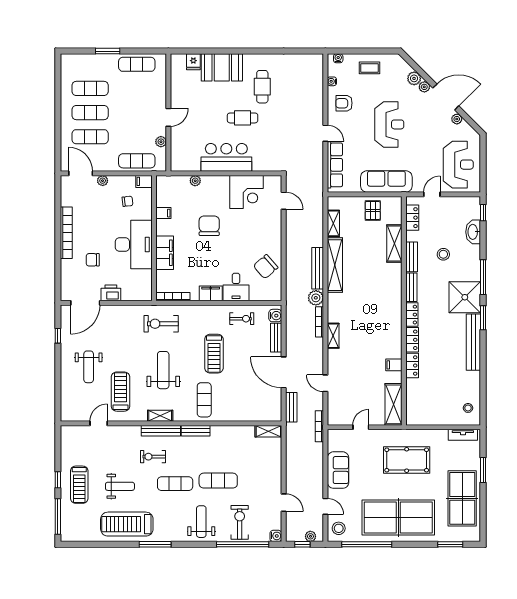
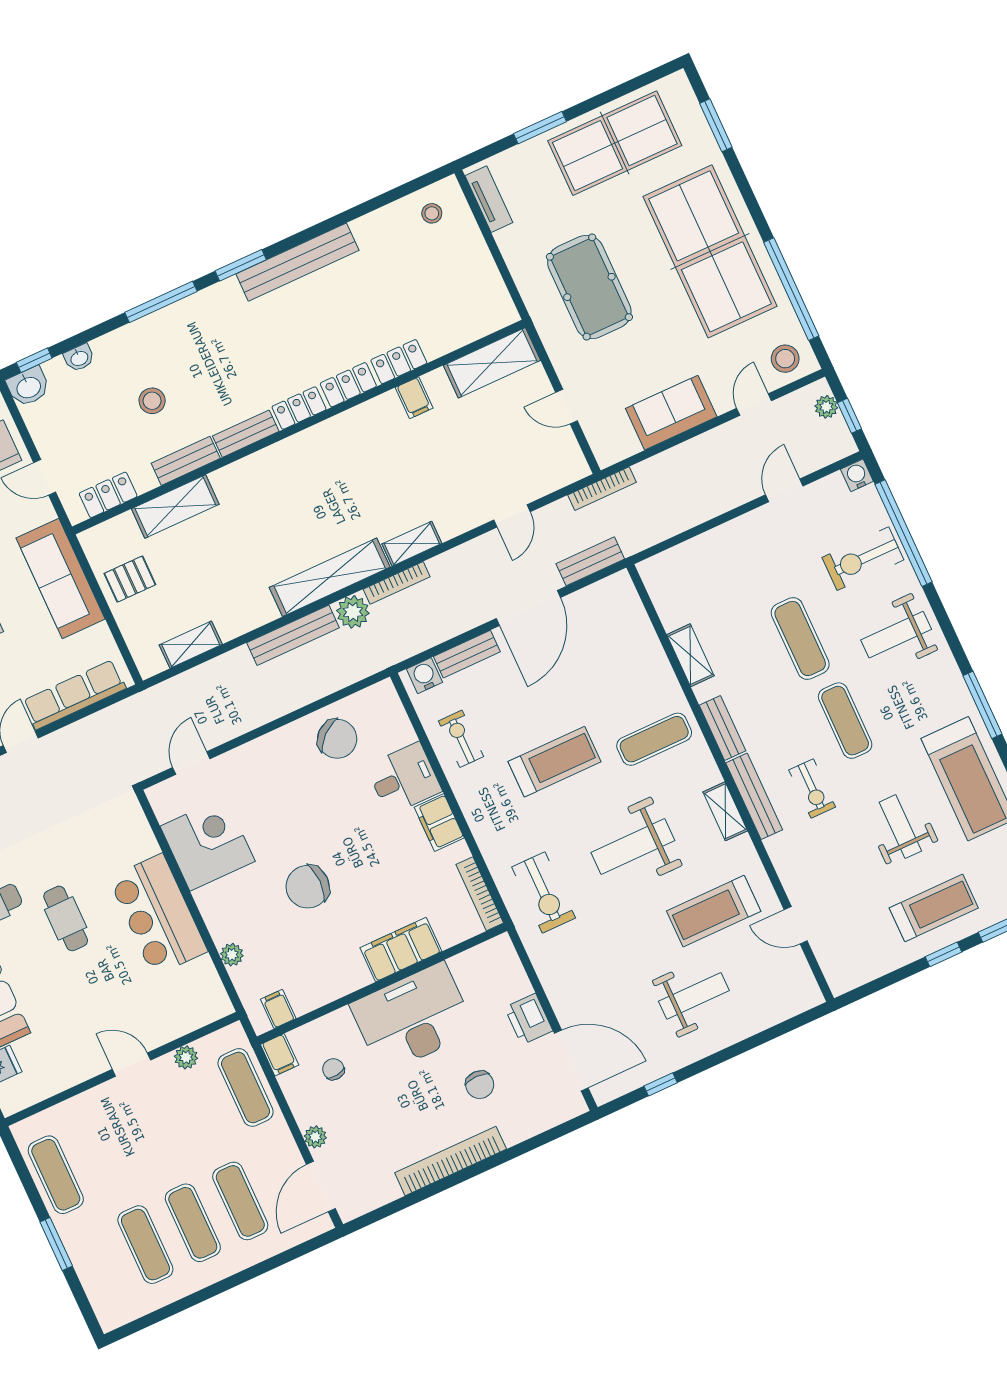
washbasin: (473, 205) -> (28, 387), added
filing cabinet: (163, 213) -> (278, 1009), moved
washbasin: (473, 232) -> (79, 358), width x0.52, depth x0.69
shelving: (335, 265) -> (330, 577), moved
shower: (465, 297) -> (217, 320), removed
shelving: (268, 431) -> (690, 655), moved

